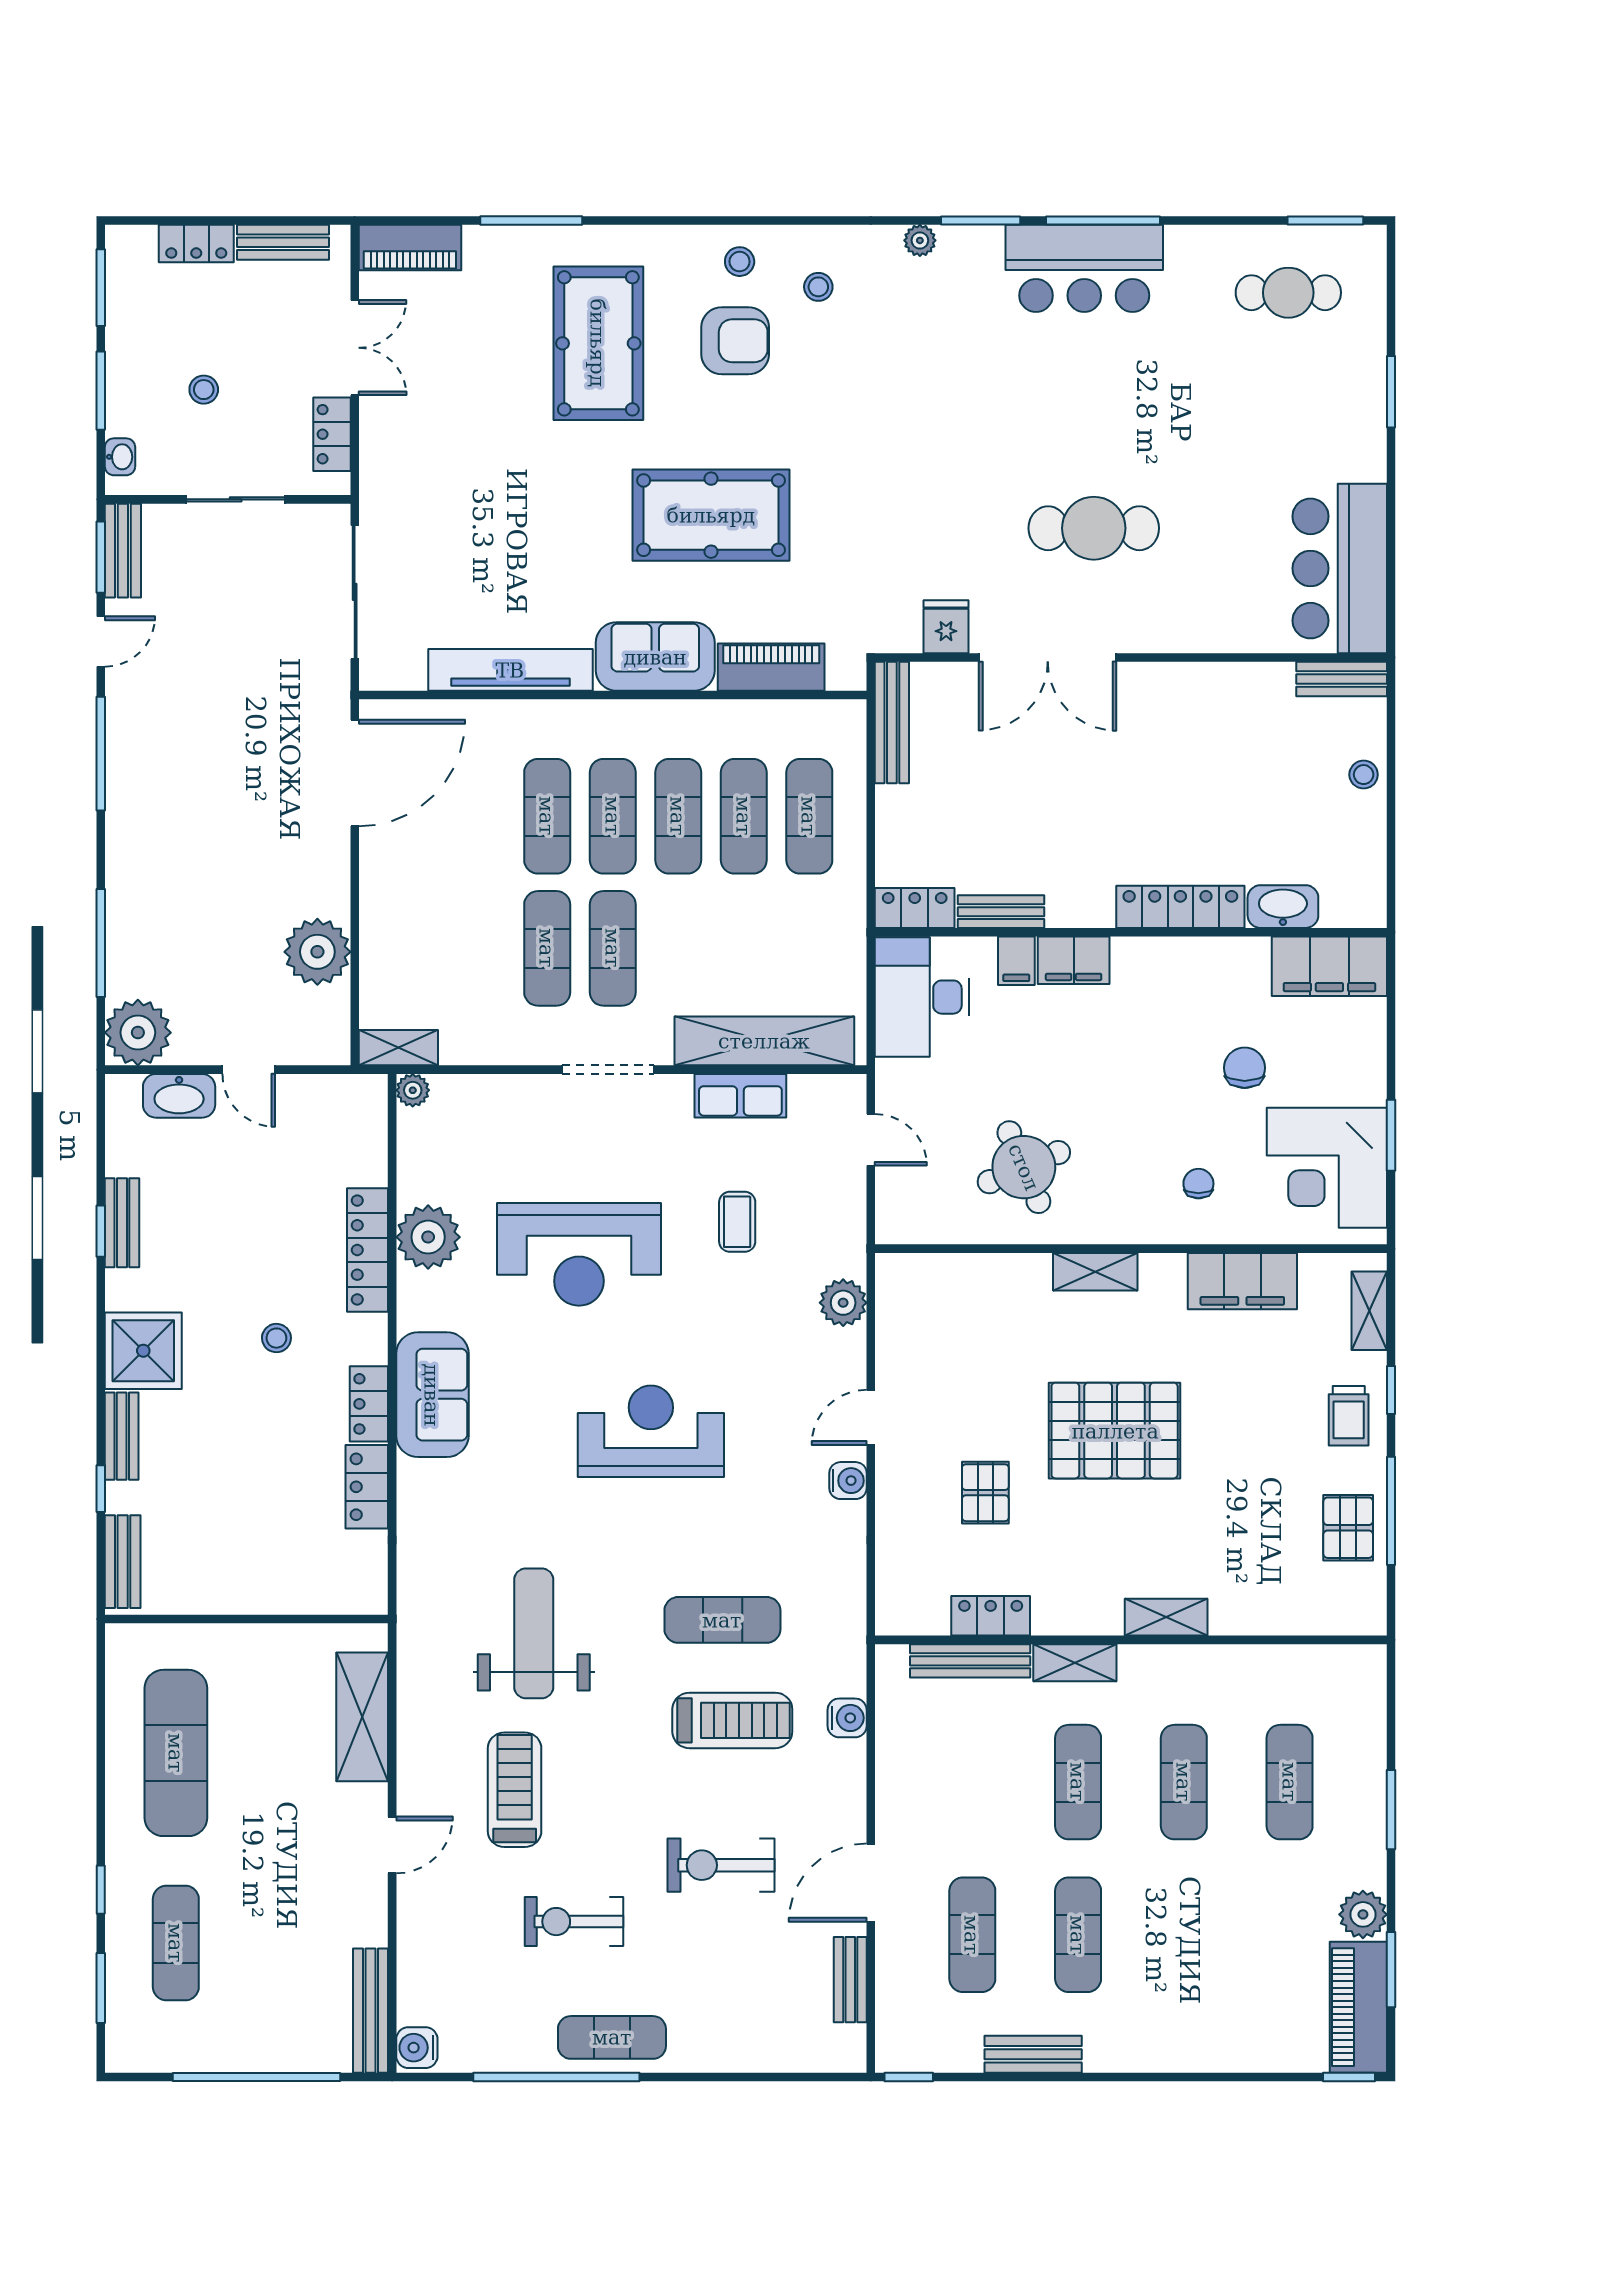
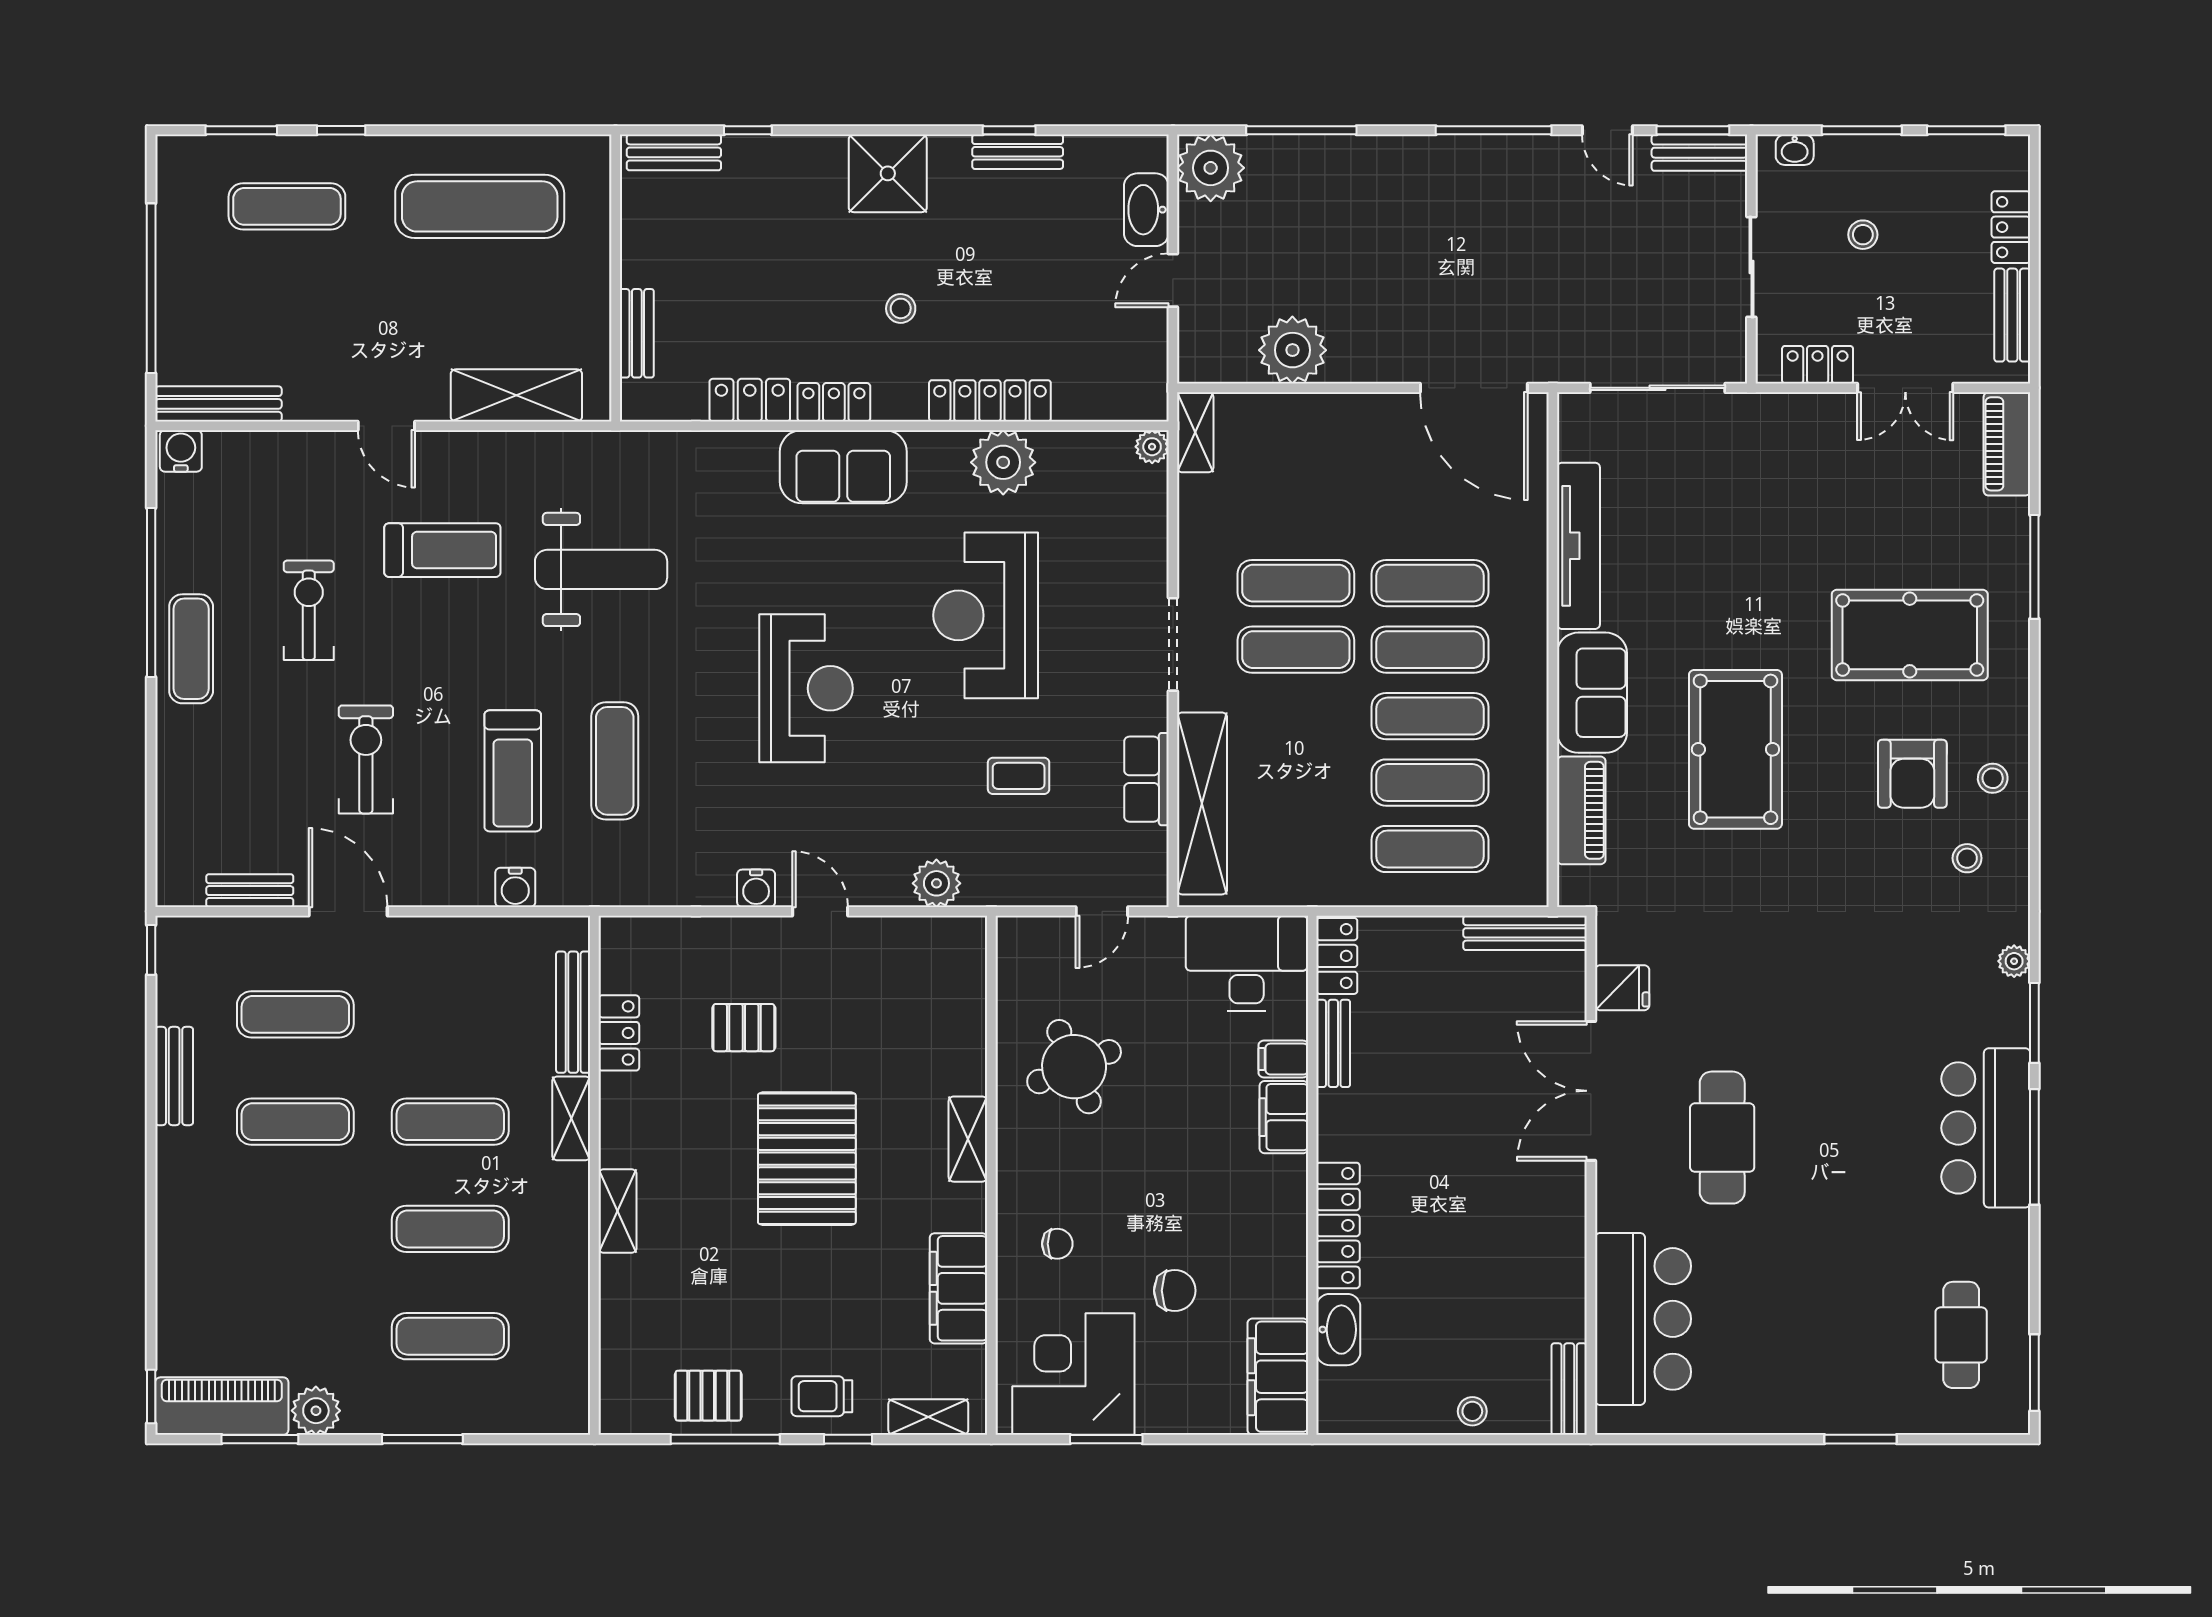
bar counter: (1340, 568) -> (1643, 1319), moved, turned 90
bench: (122, 1436) -> (637, 333), moved, turned 90

